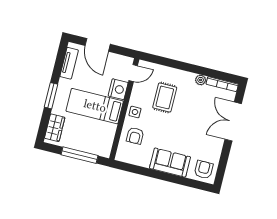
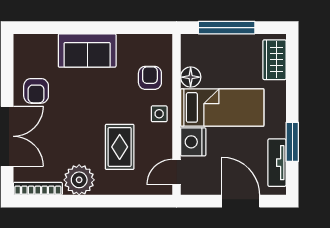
plant: (201, 80) -> (79, 180), width x1.88, depth x1.88
window: (51, 96) -> (292, 142), moved
floor lamp: (110, 130) -> (191, 77), added
armchair: (204, 170) -> (36, 91), moved

